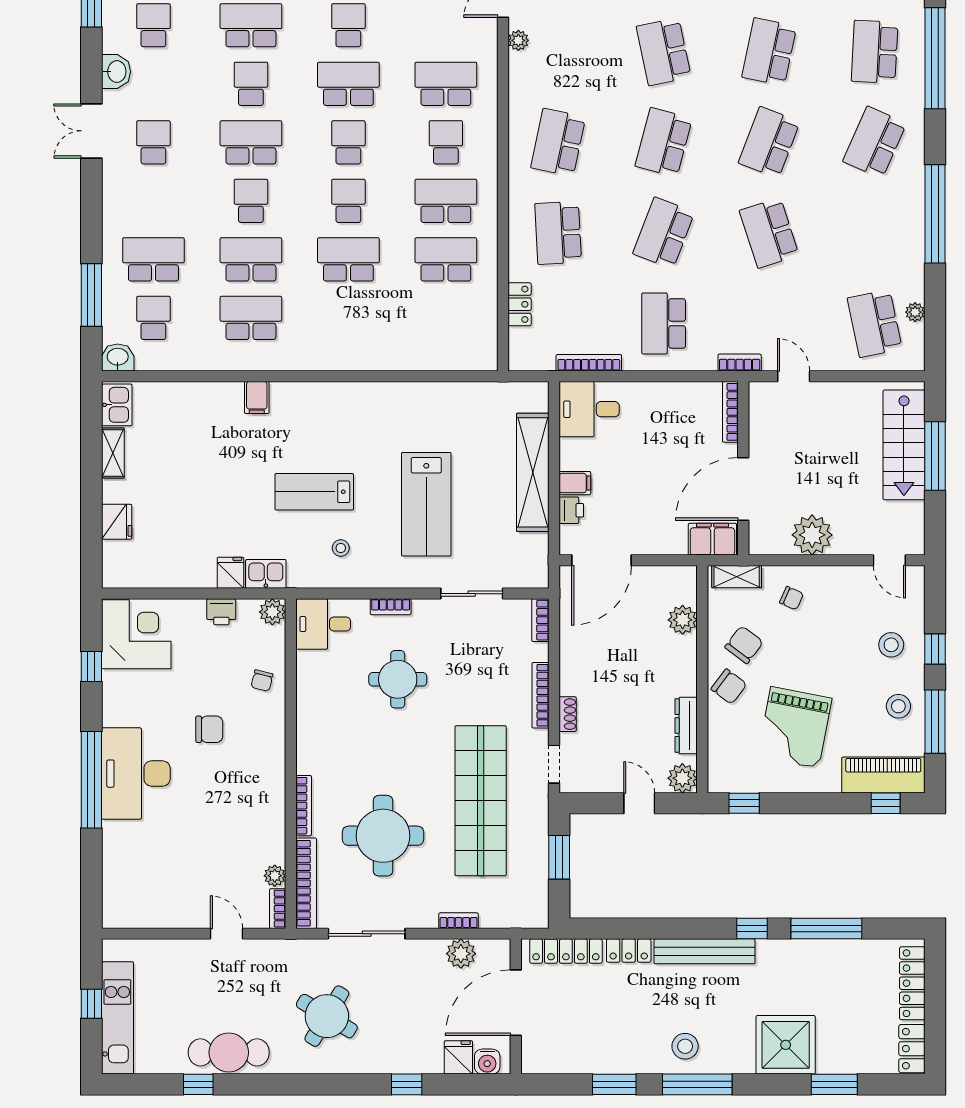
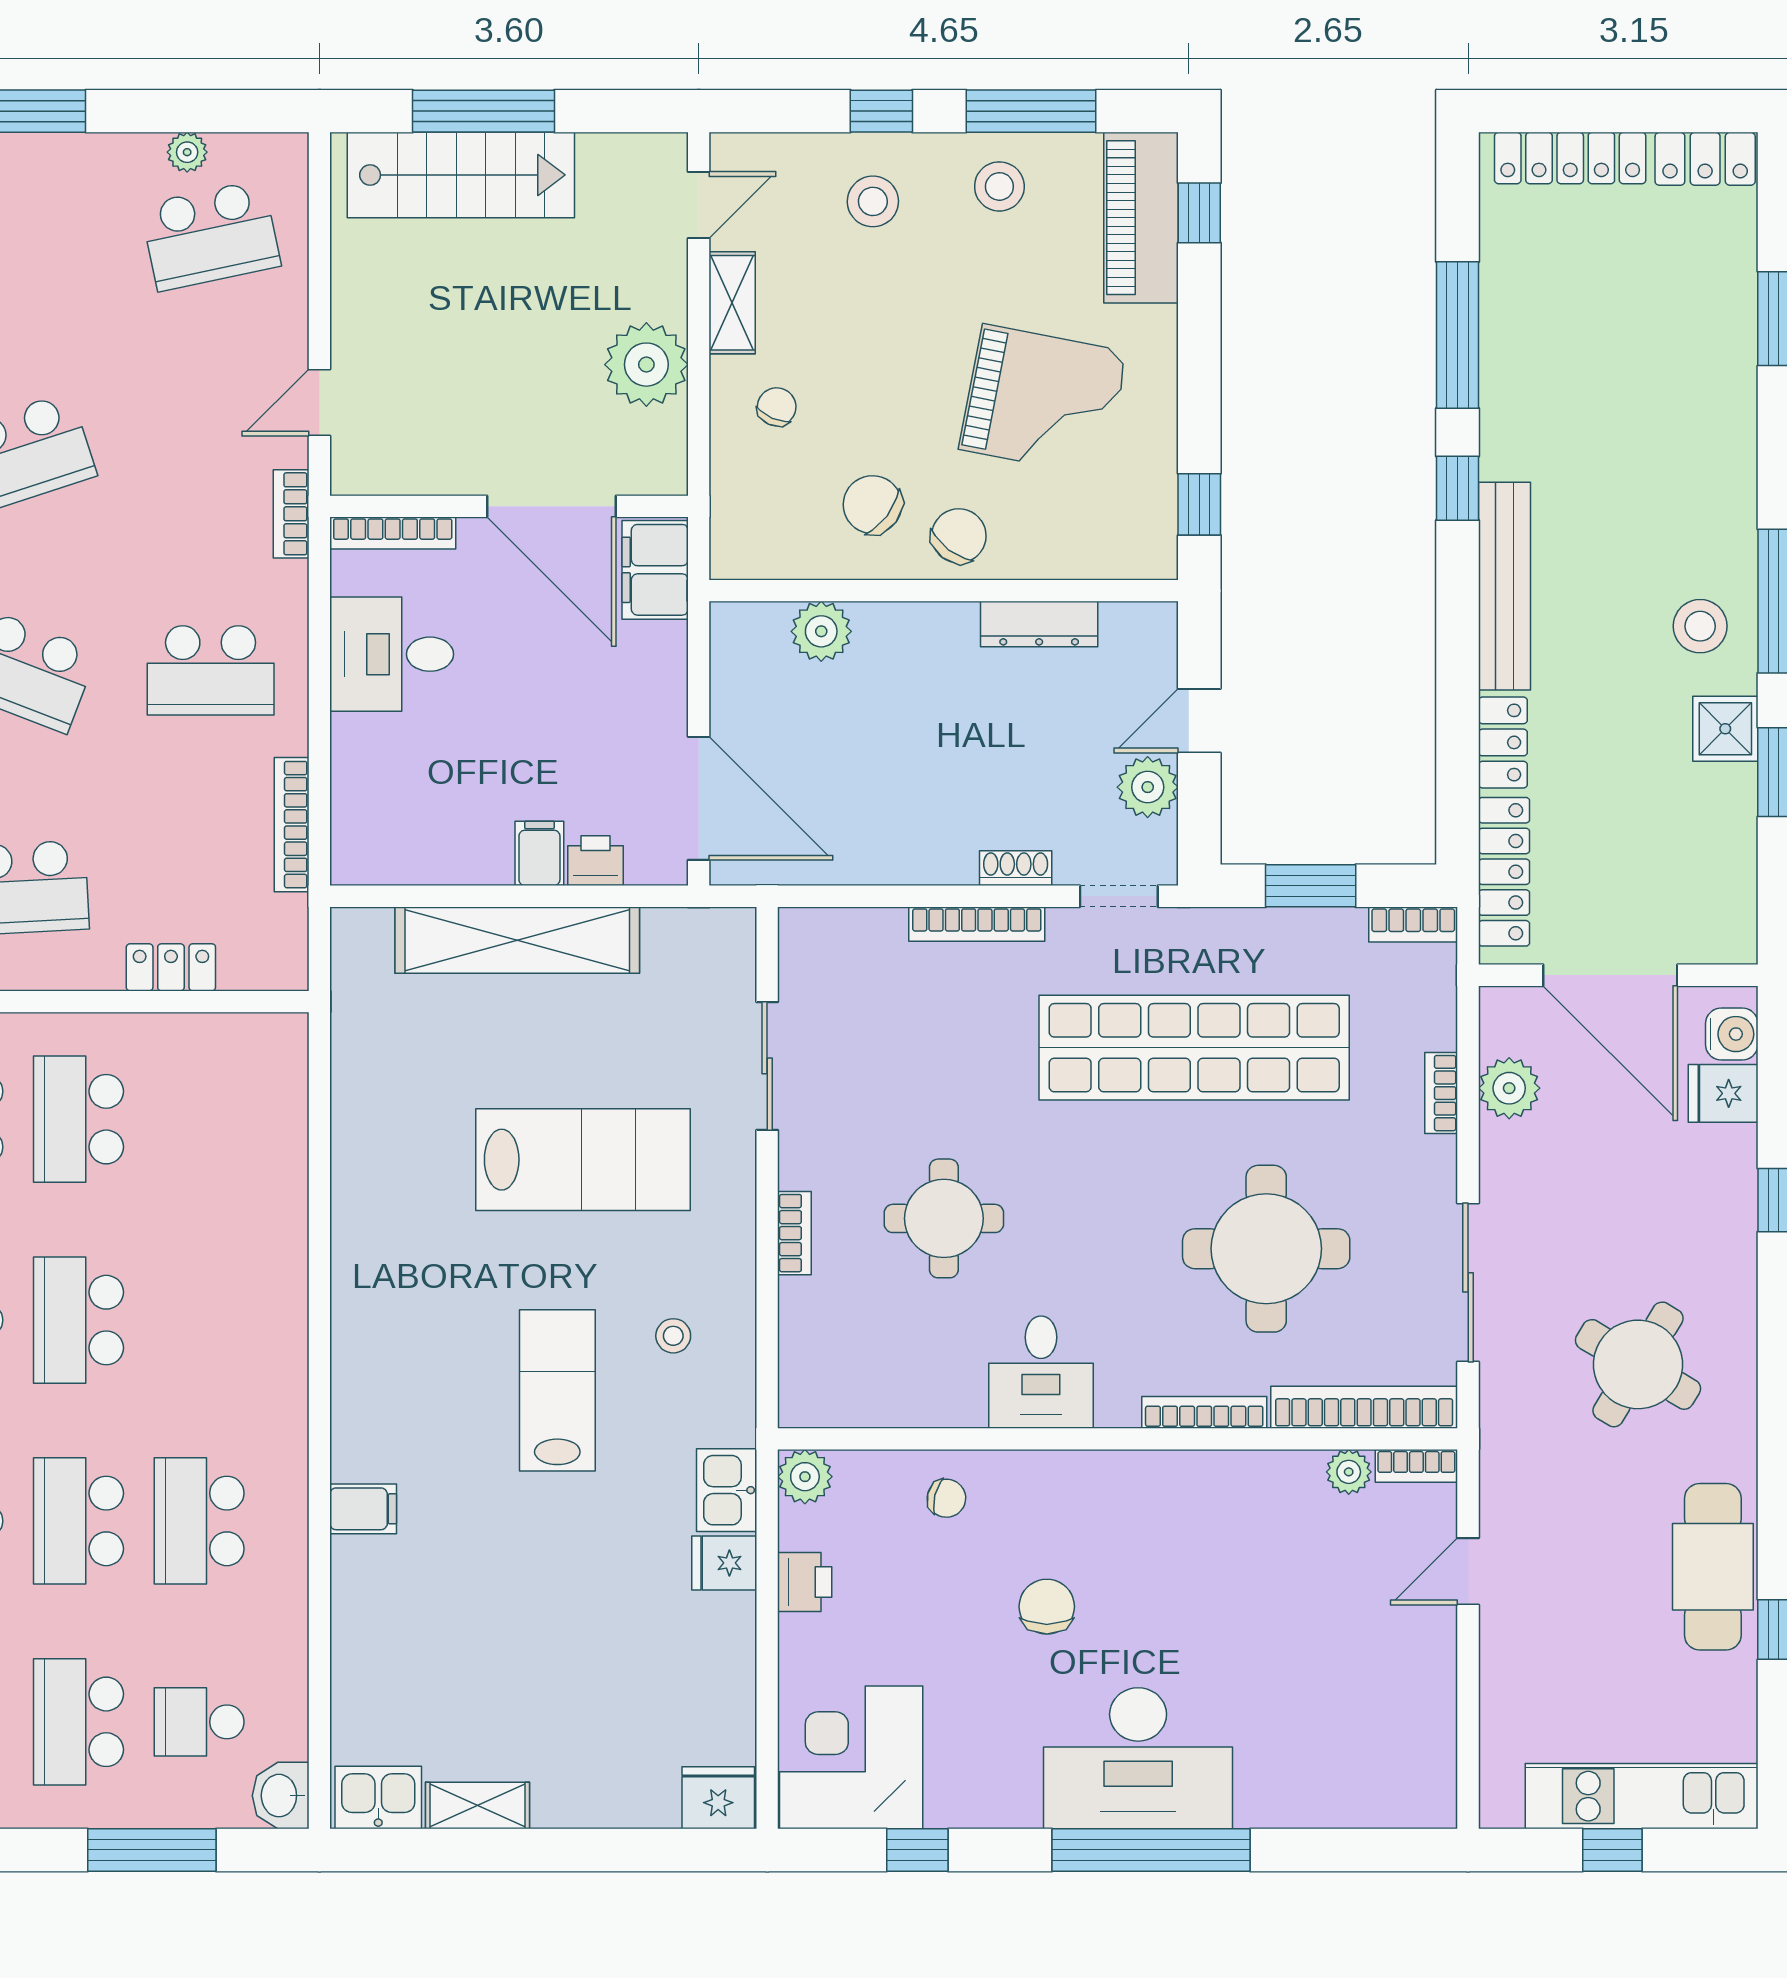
desk: (589, 409) -> (392, 654), moved, turned 90
lab bench: (314, 492) -> (557, 1390), turned 180
fridge: (117, 522) -> (718, 1798), moved
shelving: (737, 577) -> (732, 303), moved
bookcase: (540, 620) -> (1413, 924), moved
desk: (323, 624) -> (1041, 1372), moved
plant: (682, 778) -> (1148, 787), moved
shower: (786, 1045) -> (1725, 729), moved, width x0.54, depth x0.54

